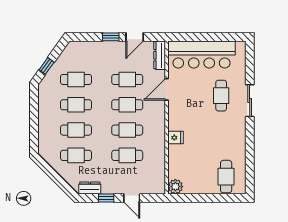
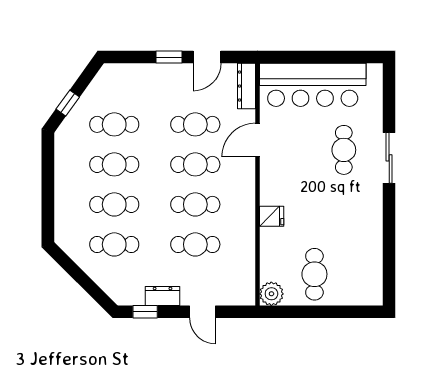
cafe table: (226, 177) -> (314, 274), moved
dresser: (90, 188) -> (163, 296), moved
window: (106, 198) -> (145, 312), moved

